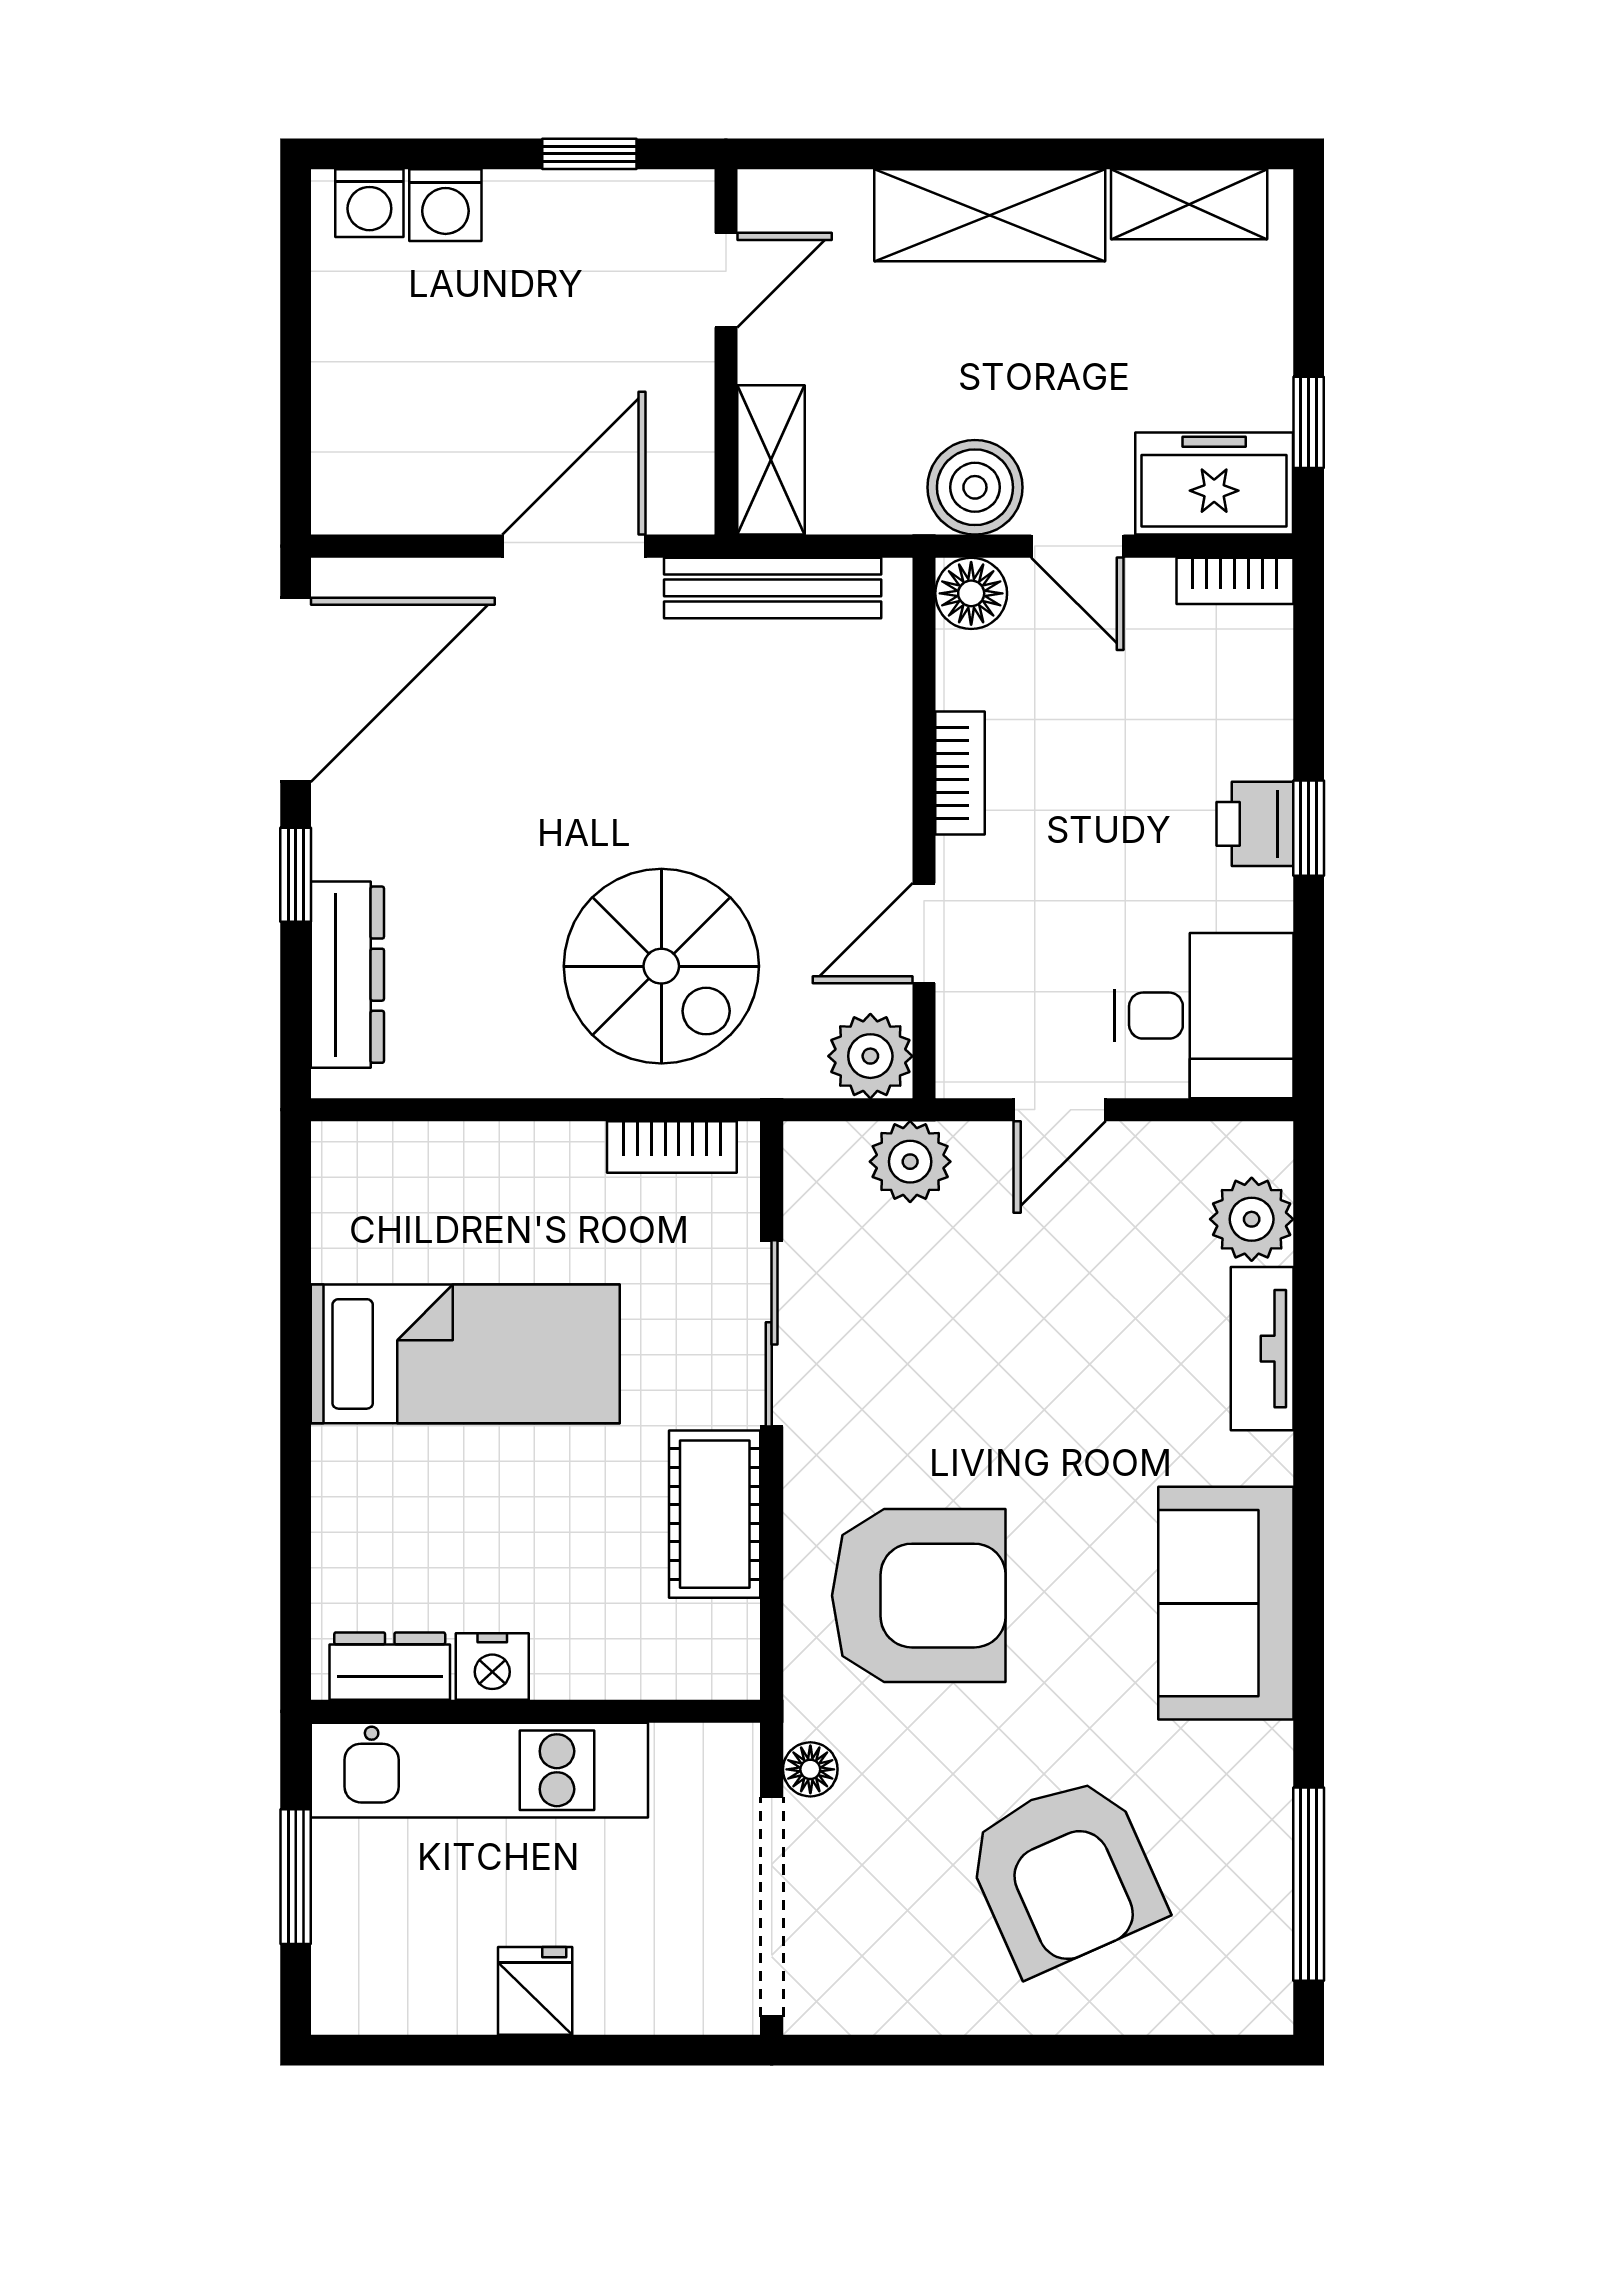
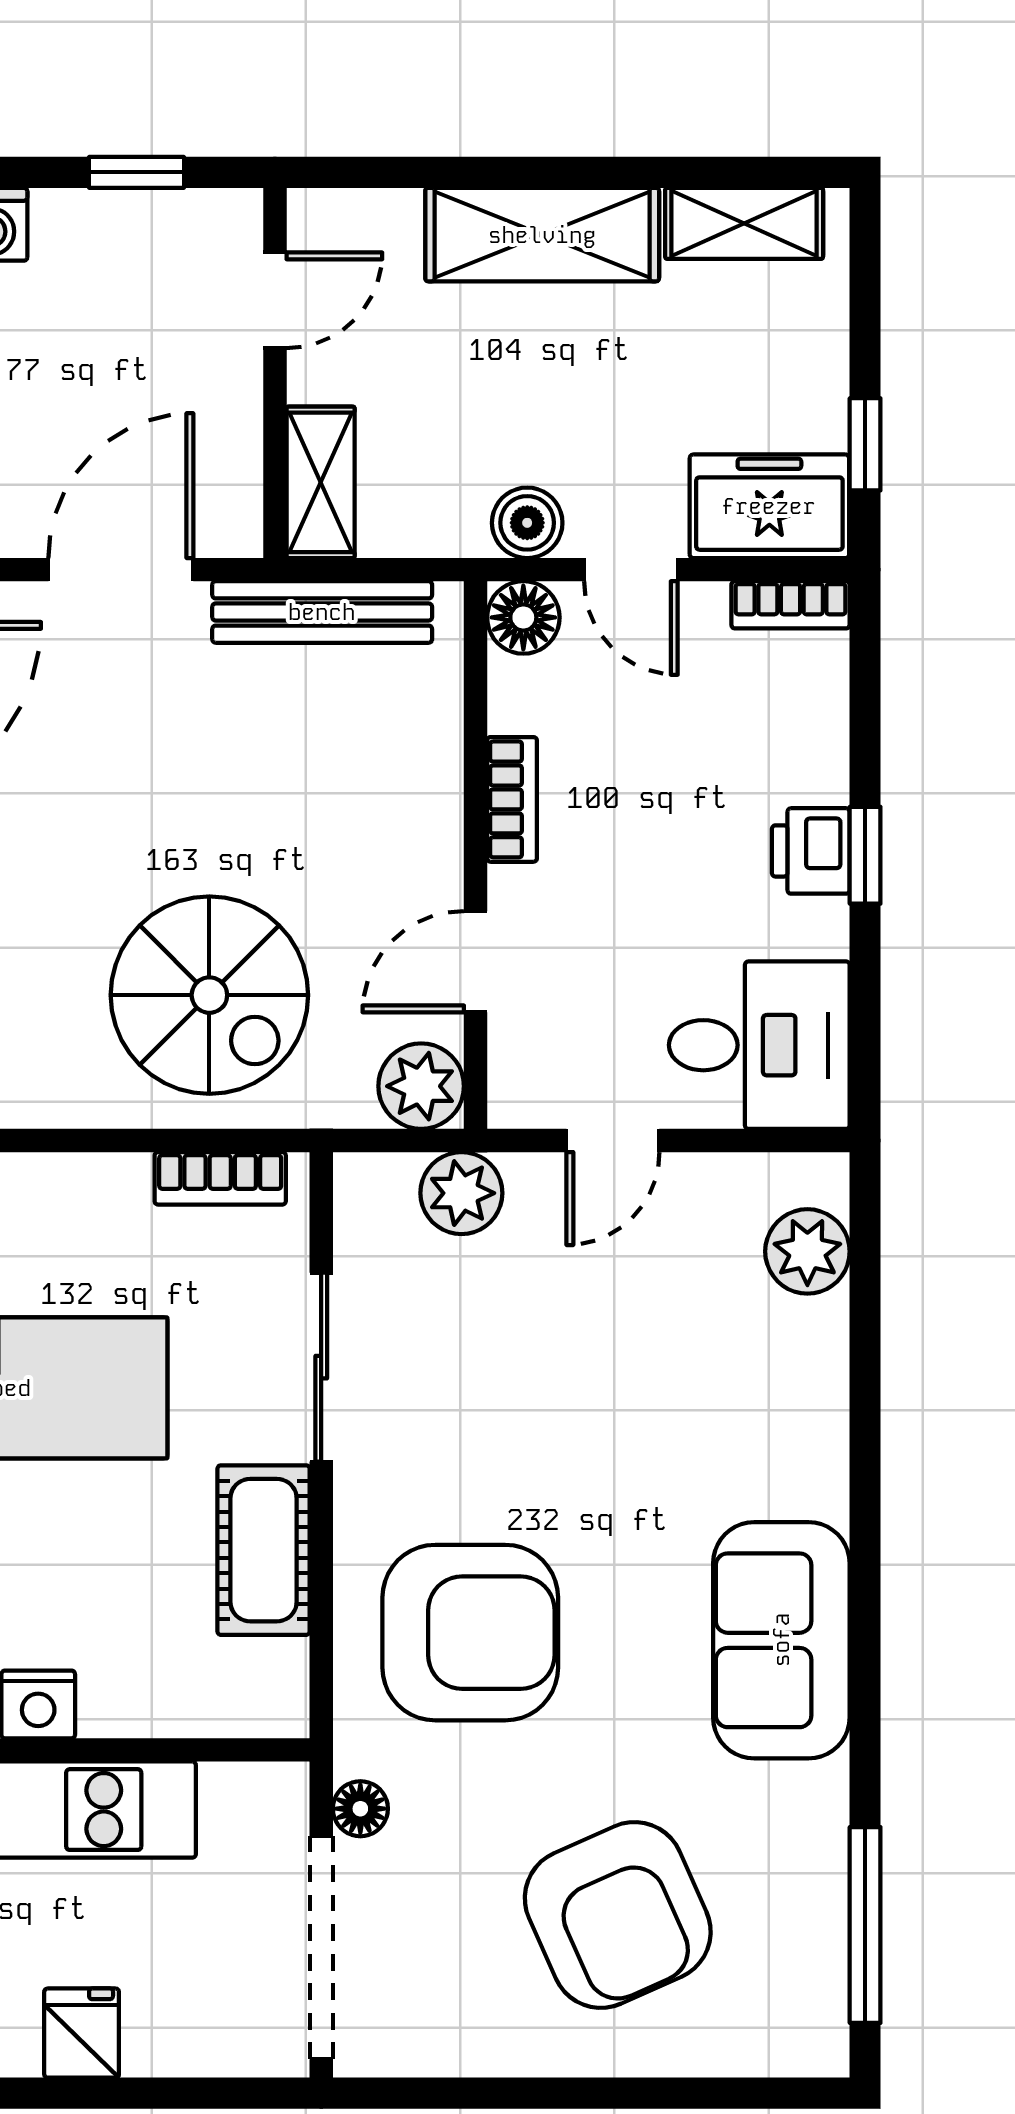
boiler: (975, 487) -> (527, 523), width x0.73, depth x0.73
tv unit: (1262, 1349) -> (818, 1383), removed

